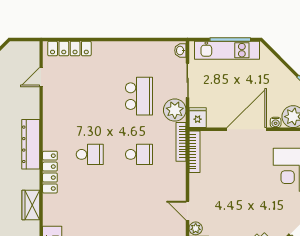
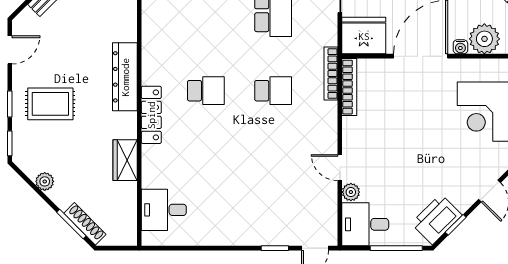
plant: (175, 110) -> (322, 30), removed
fridge: (198, 118) -> (364, 36), width x1.88, depth x1.34

